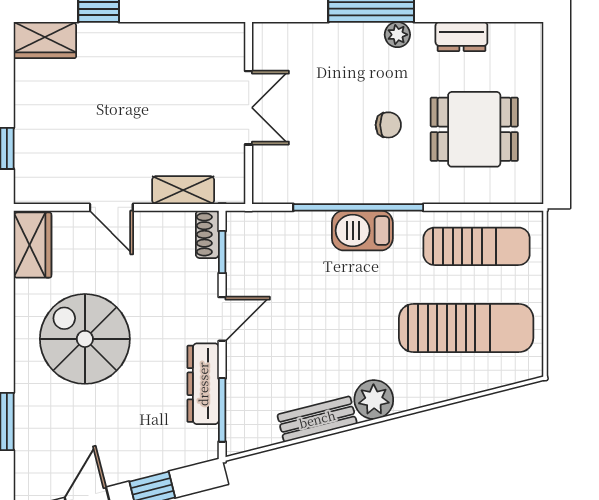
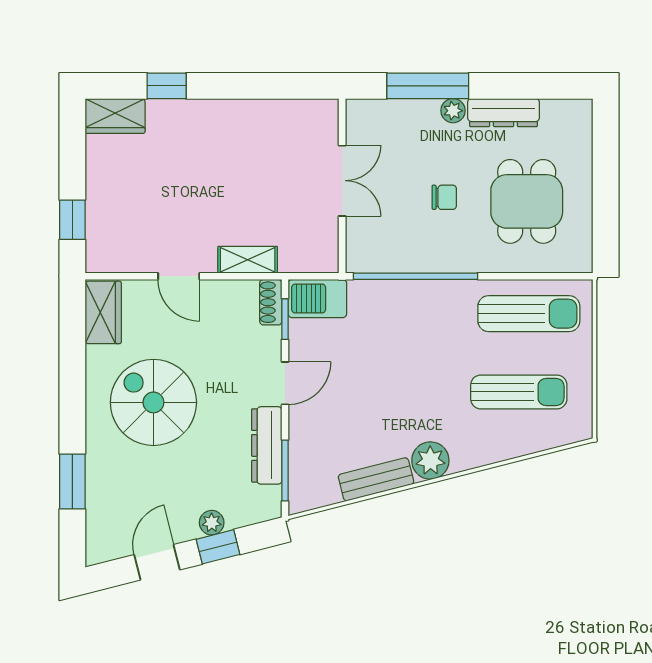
dresser: (461, 37) -> (504, 113), width x1.44
double door: (249, 108) -> (342, 181), moved
wall: (249, 113) -> (342, 186), moved
dining table: (474, 129) -> (527, 201), turned 90
barbecue: (362, 231) -> (317, 299), moved
sun lounger: (466, 328) -> (519, 392), width x0.73, depth x0.75
plant: (146, 464) -> (212, 523), added

